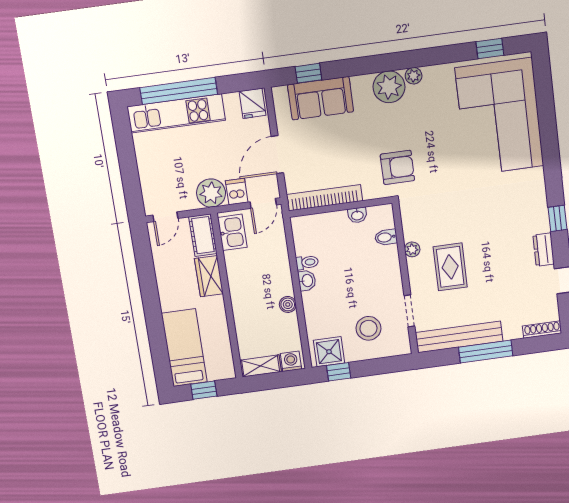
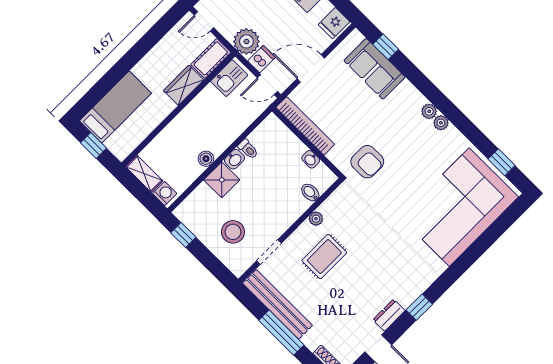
plant: (389, 87) -> (429, 111), width x0.53, depth x0.53
shower: (329, 352) -> (222, 180), moved

